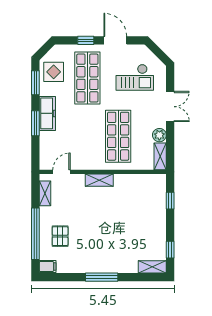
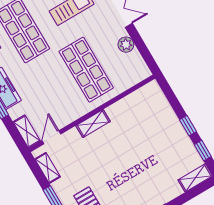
shelving: (160, 156) -> (27, 132), moved
window: (170, 201) -> (188, 126), moved

